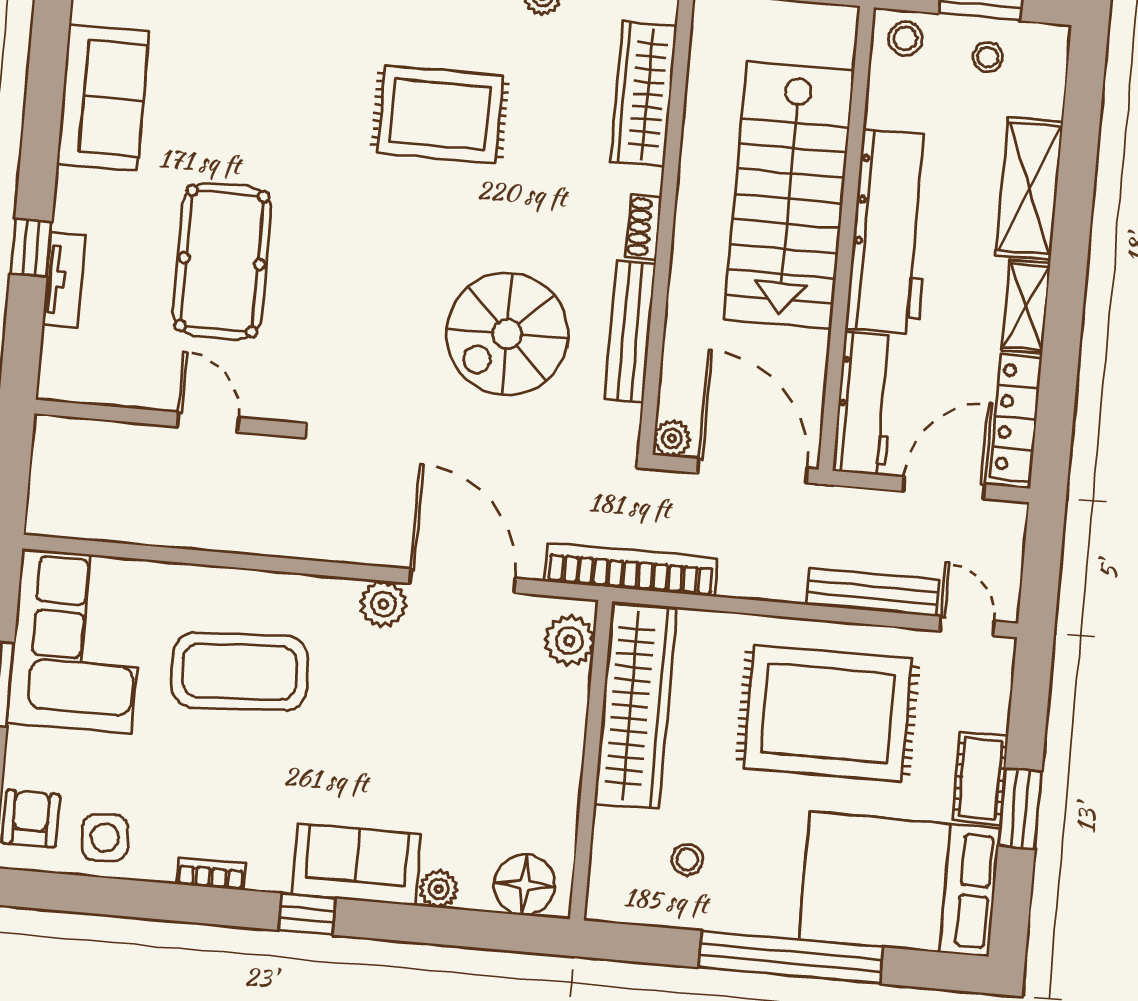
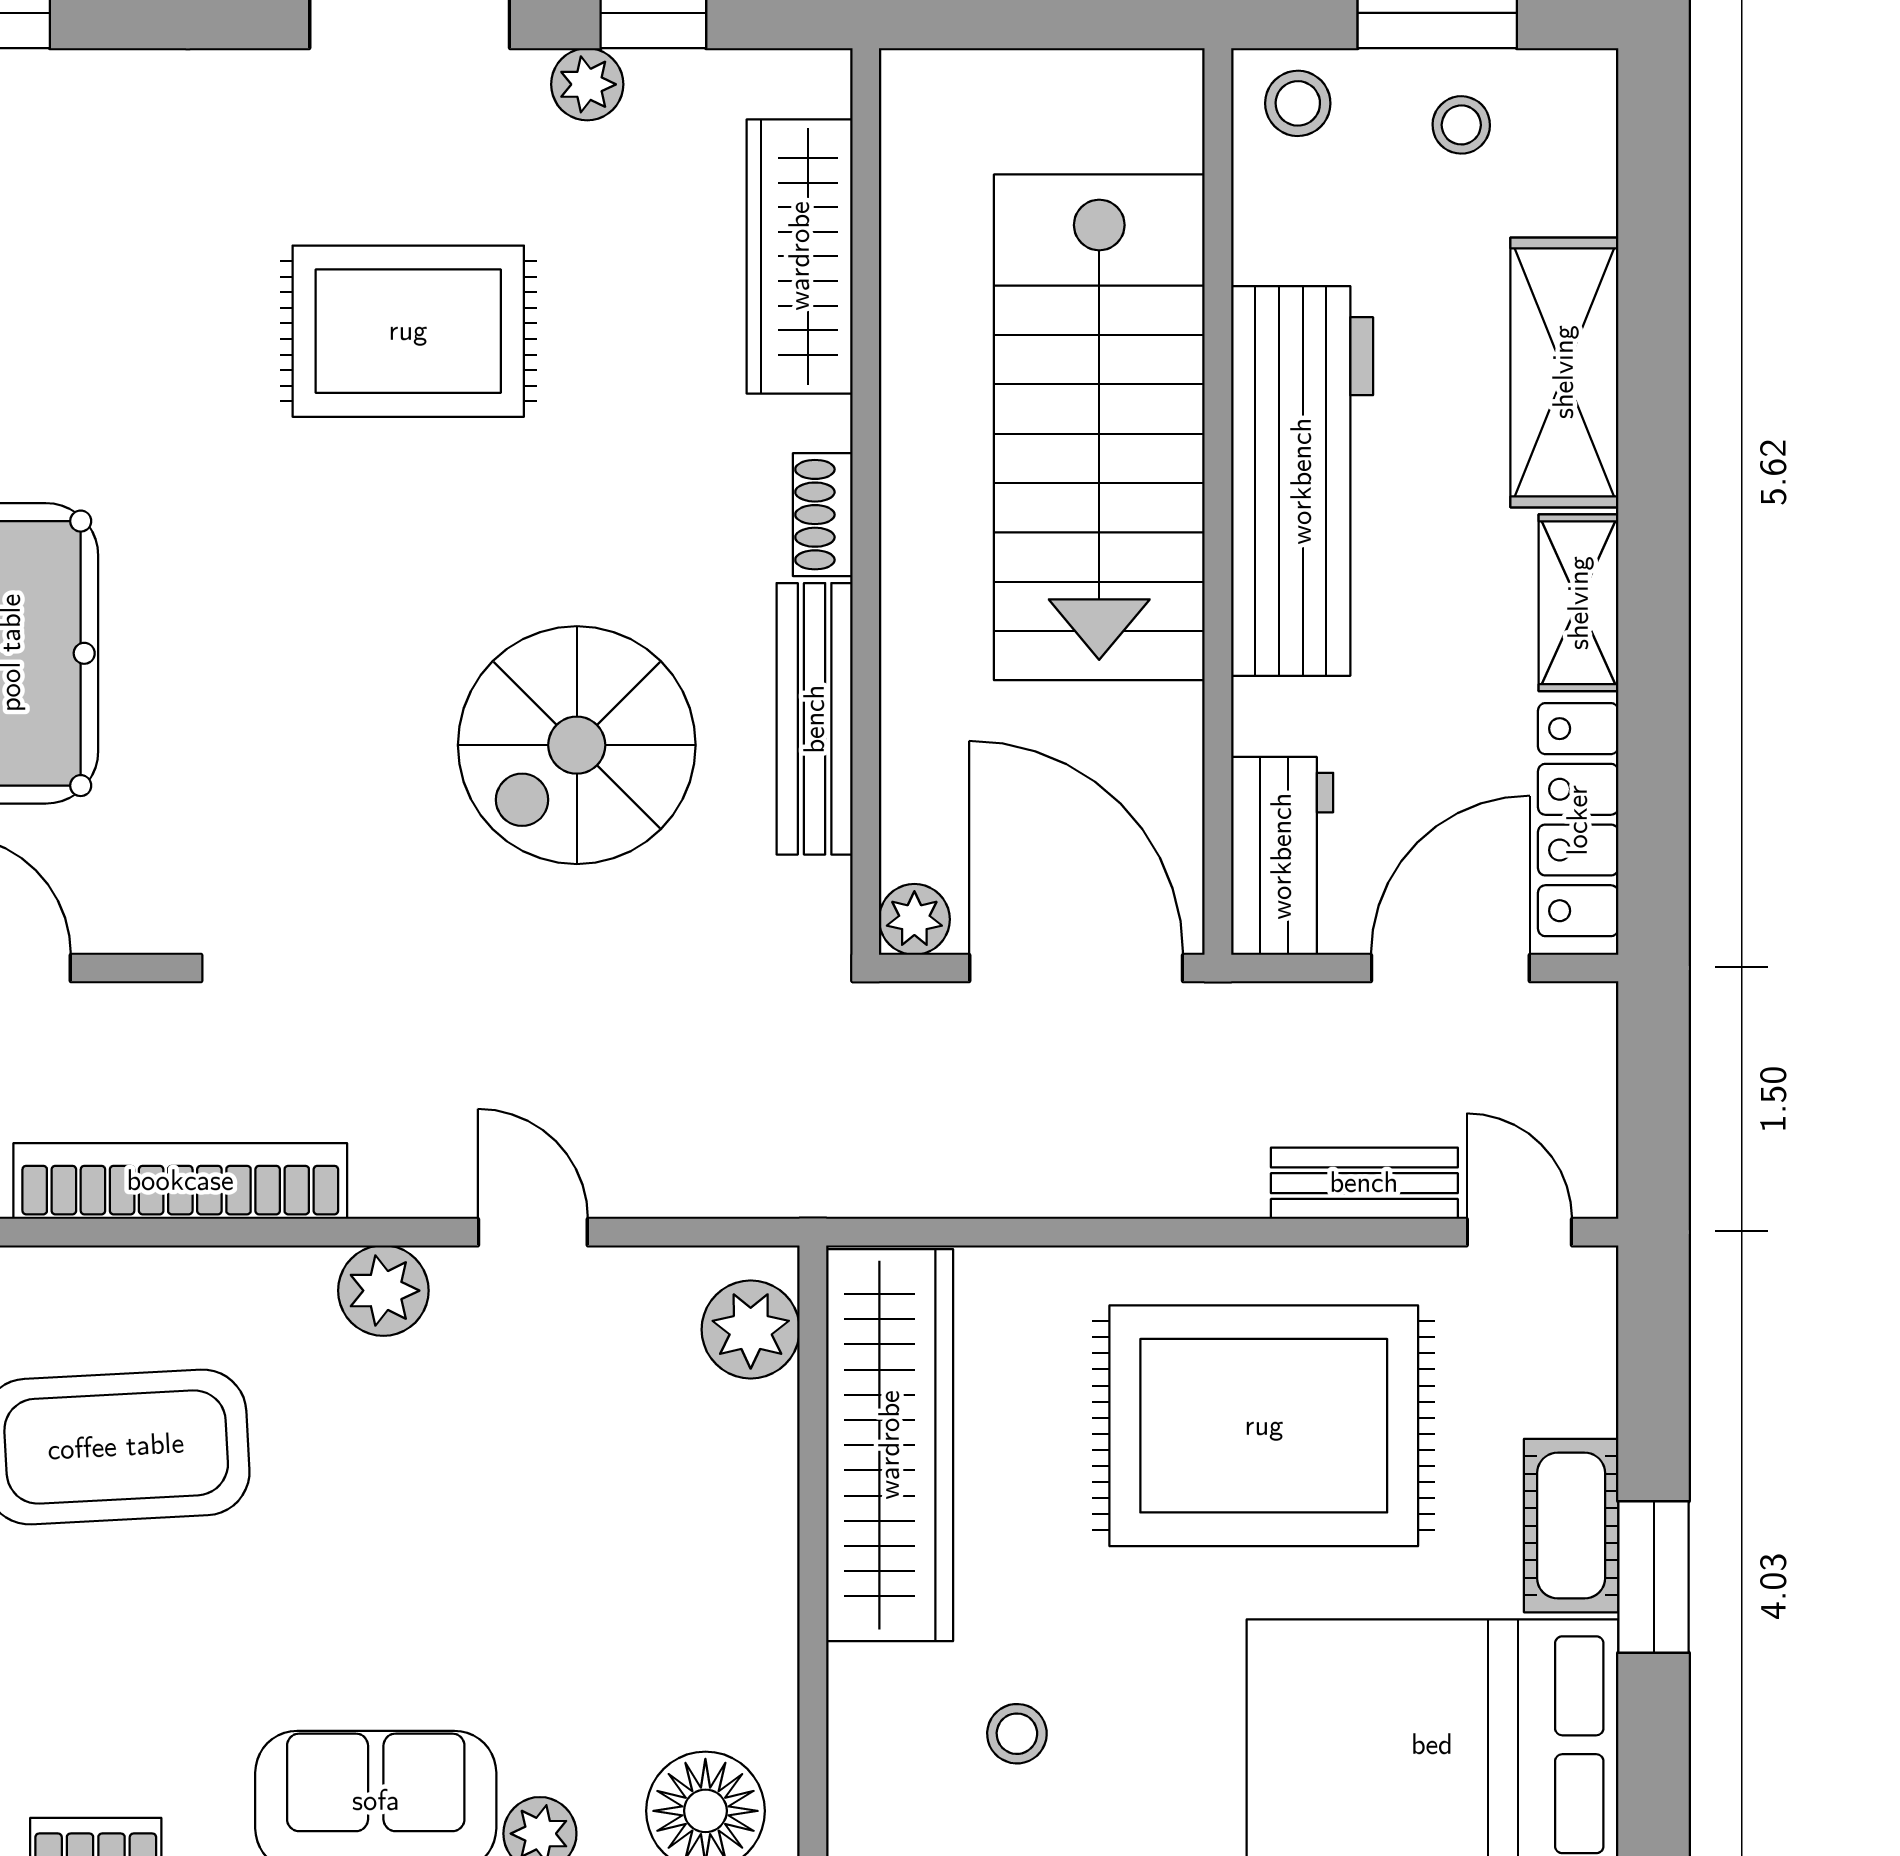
workbench: (865, 404) -> (1282, 856), width x0.73
bookcase: (631, 570) -> (180, 1181), moved
door: (463, 581) -> (533, 1232), width x0.53
bench: (873, 592) -> (1364, 1183), width x0.73

